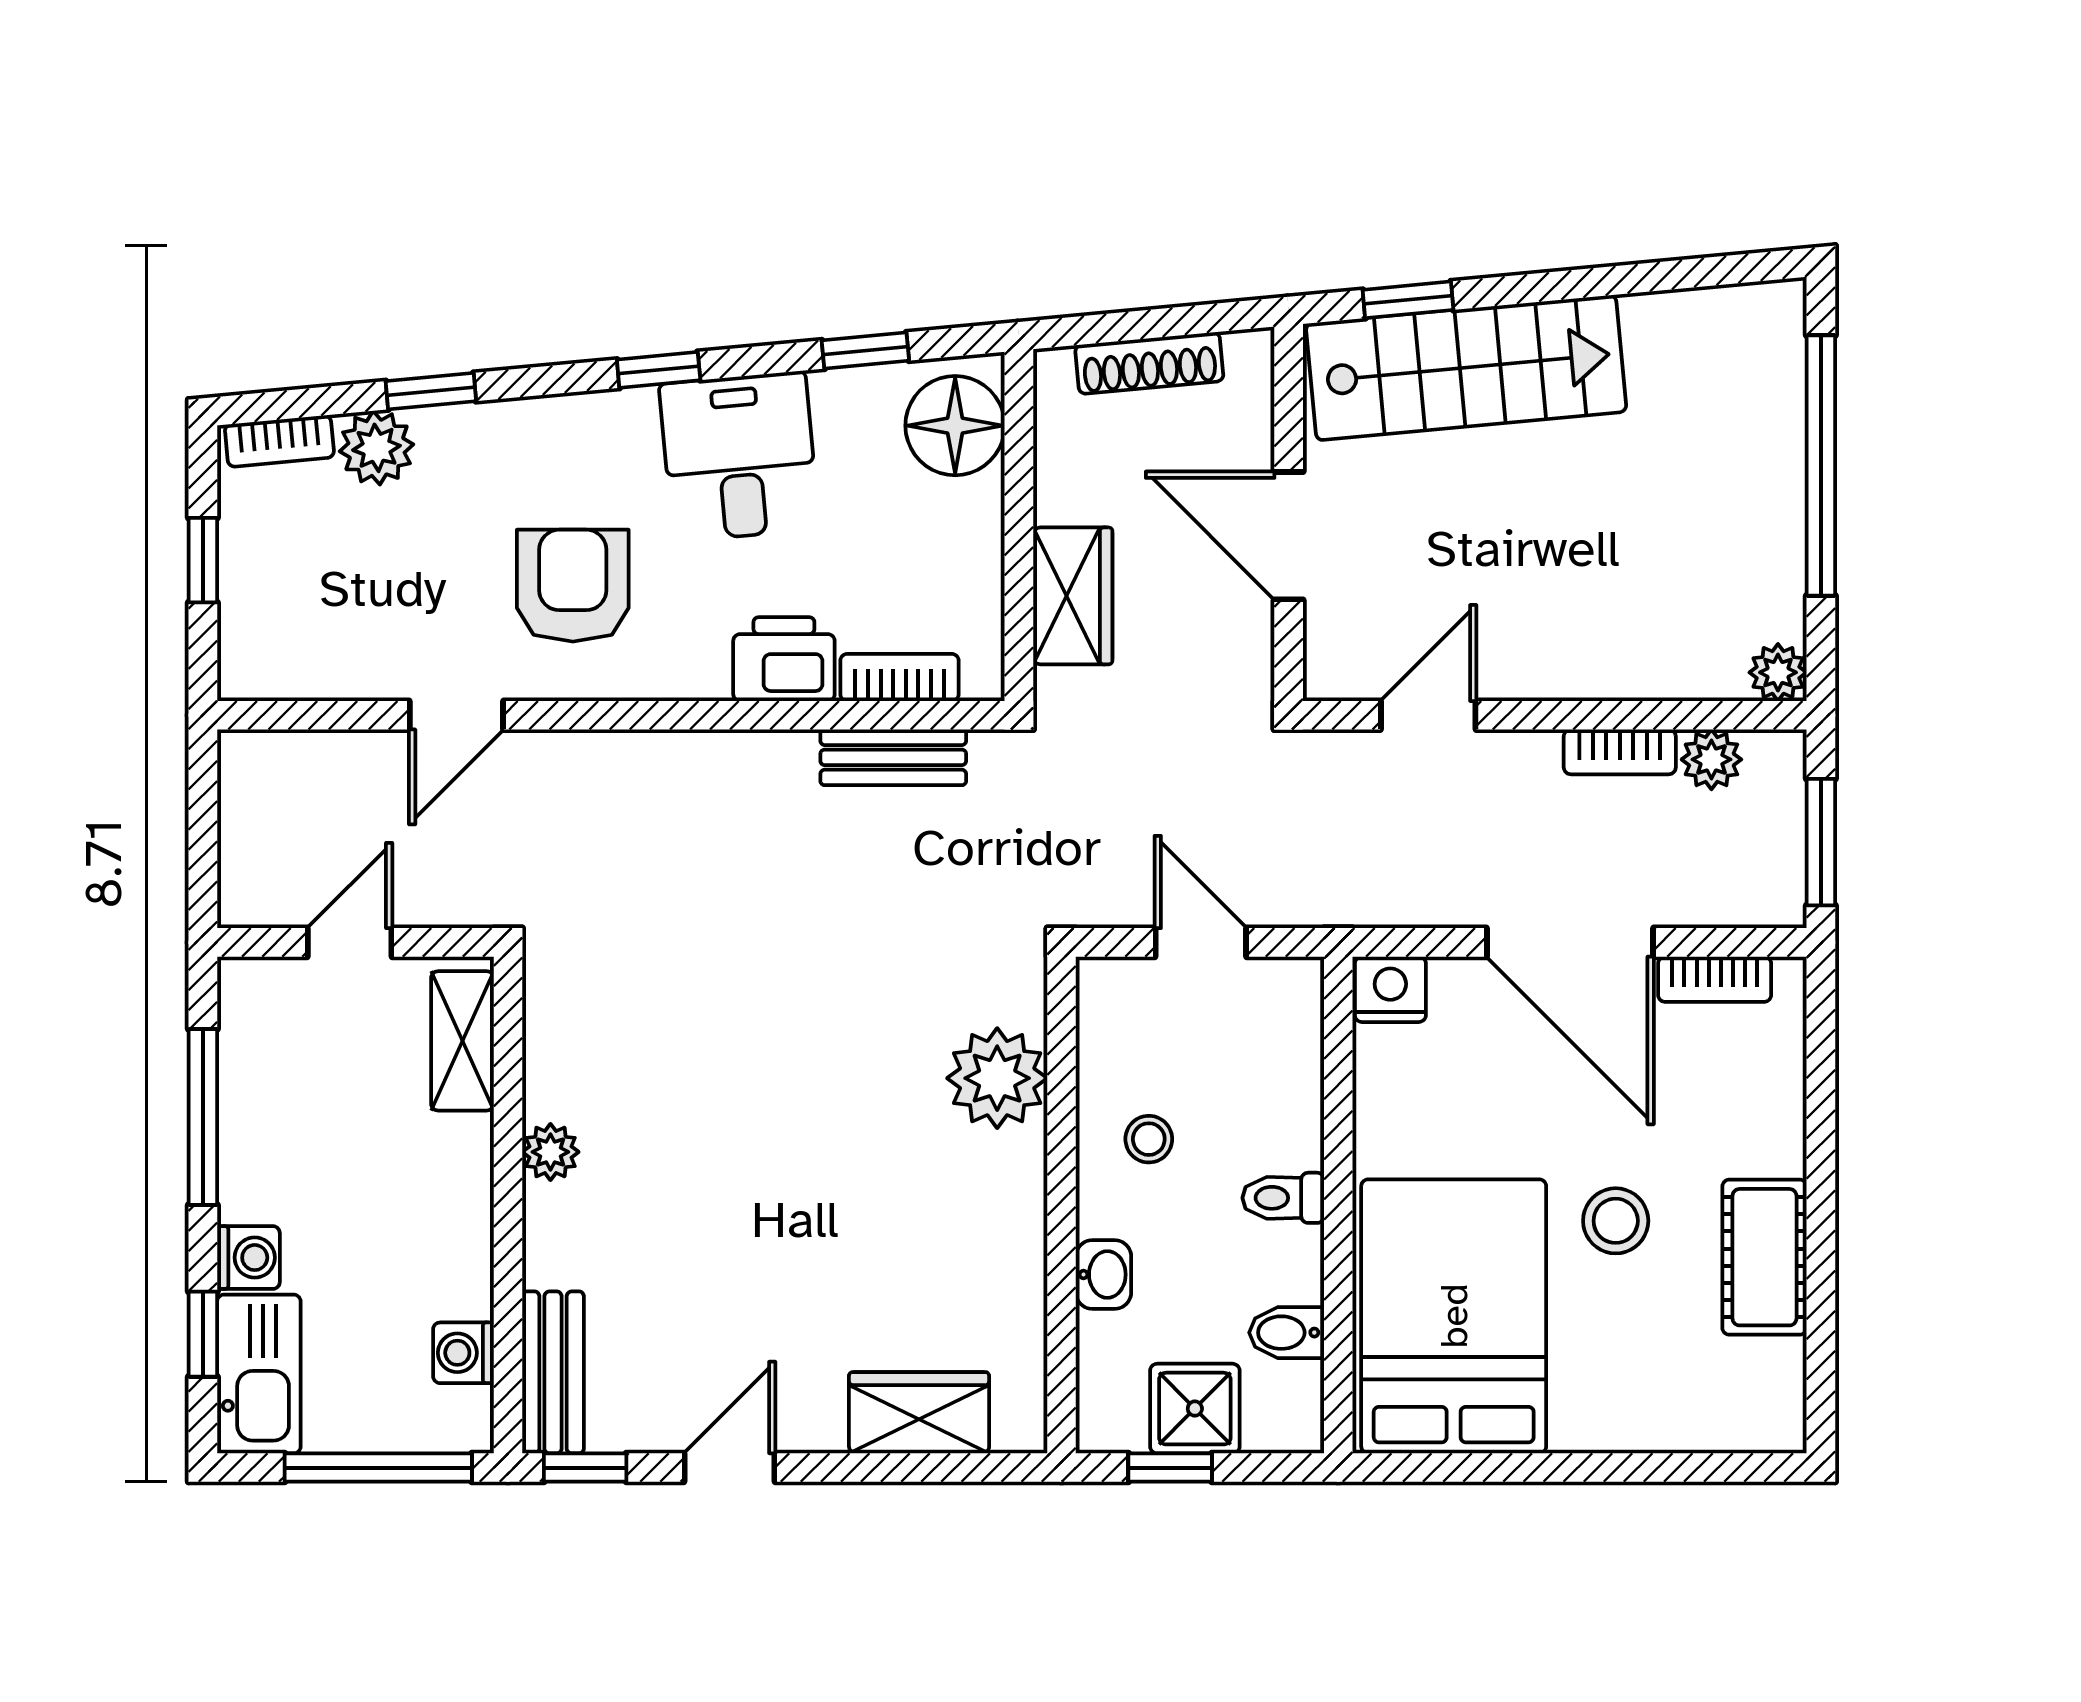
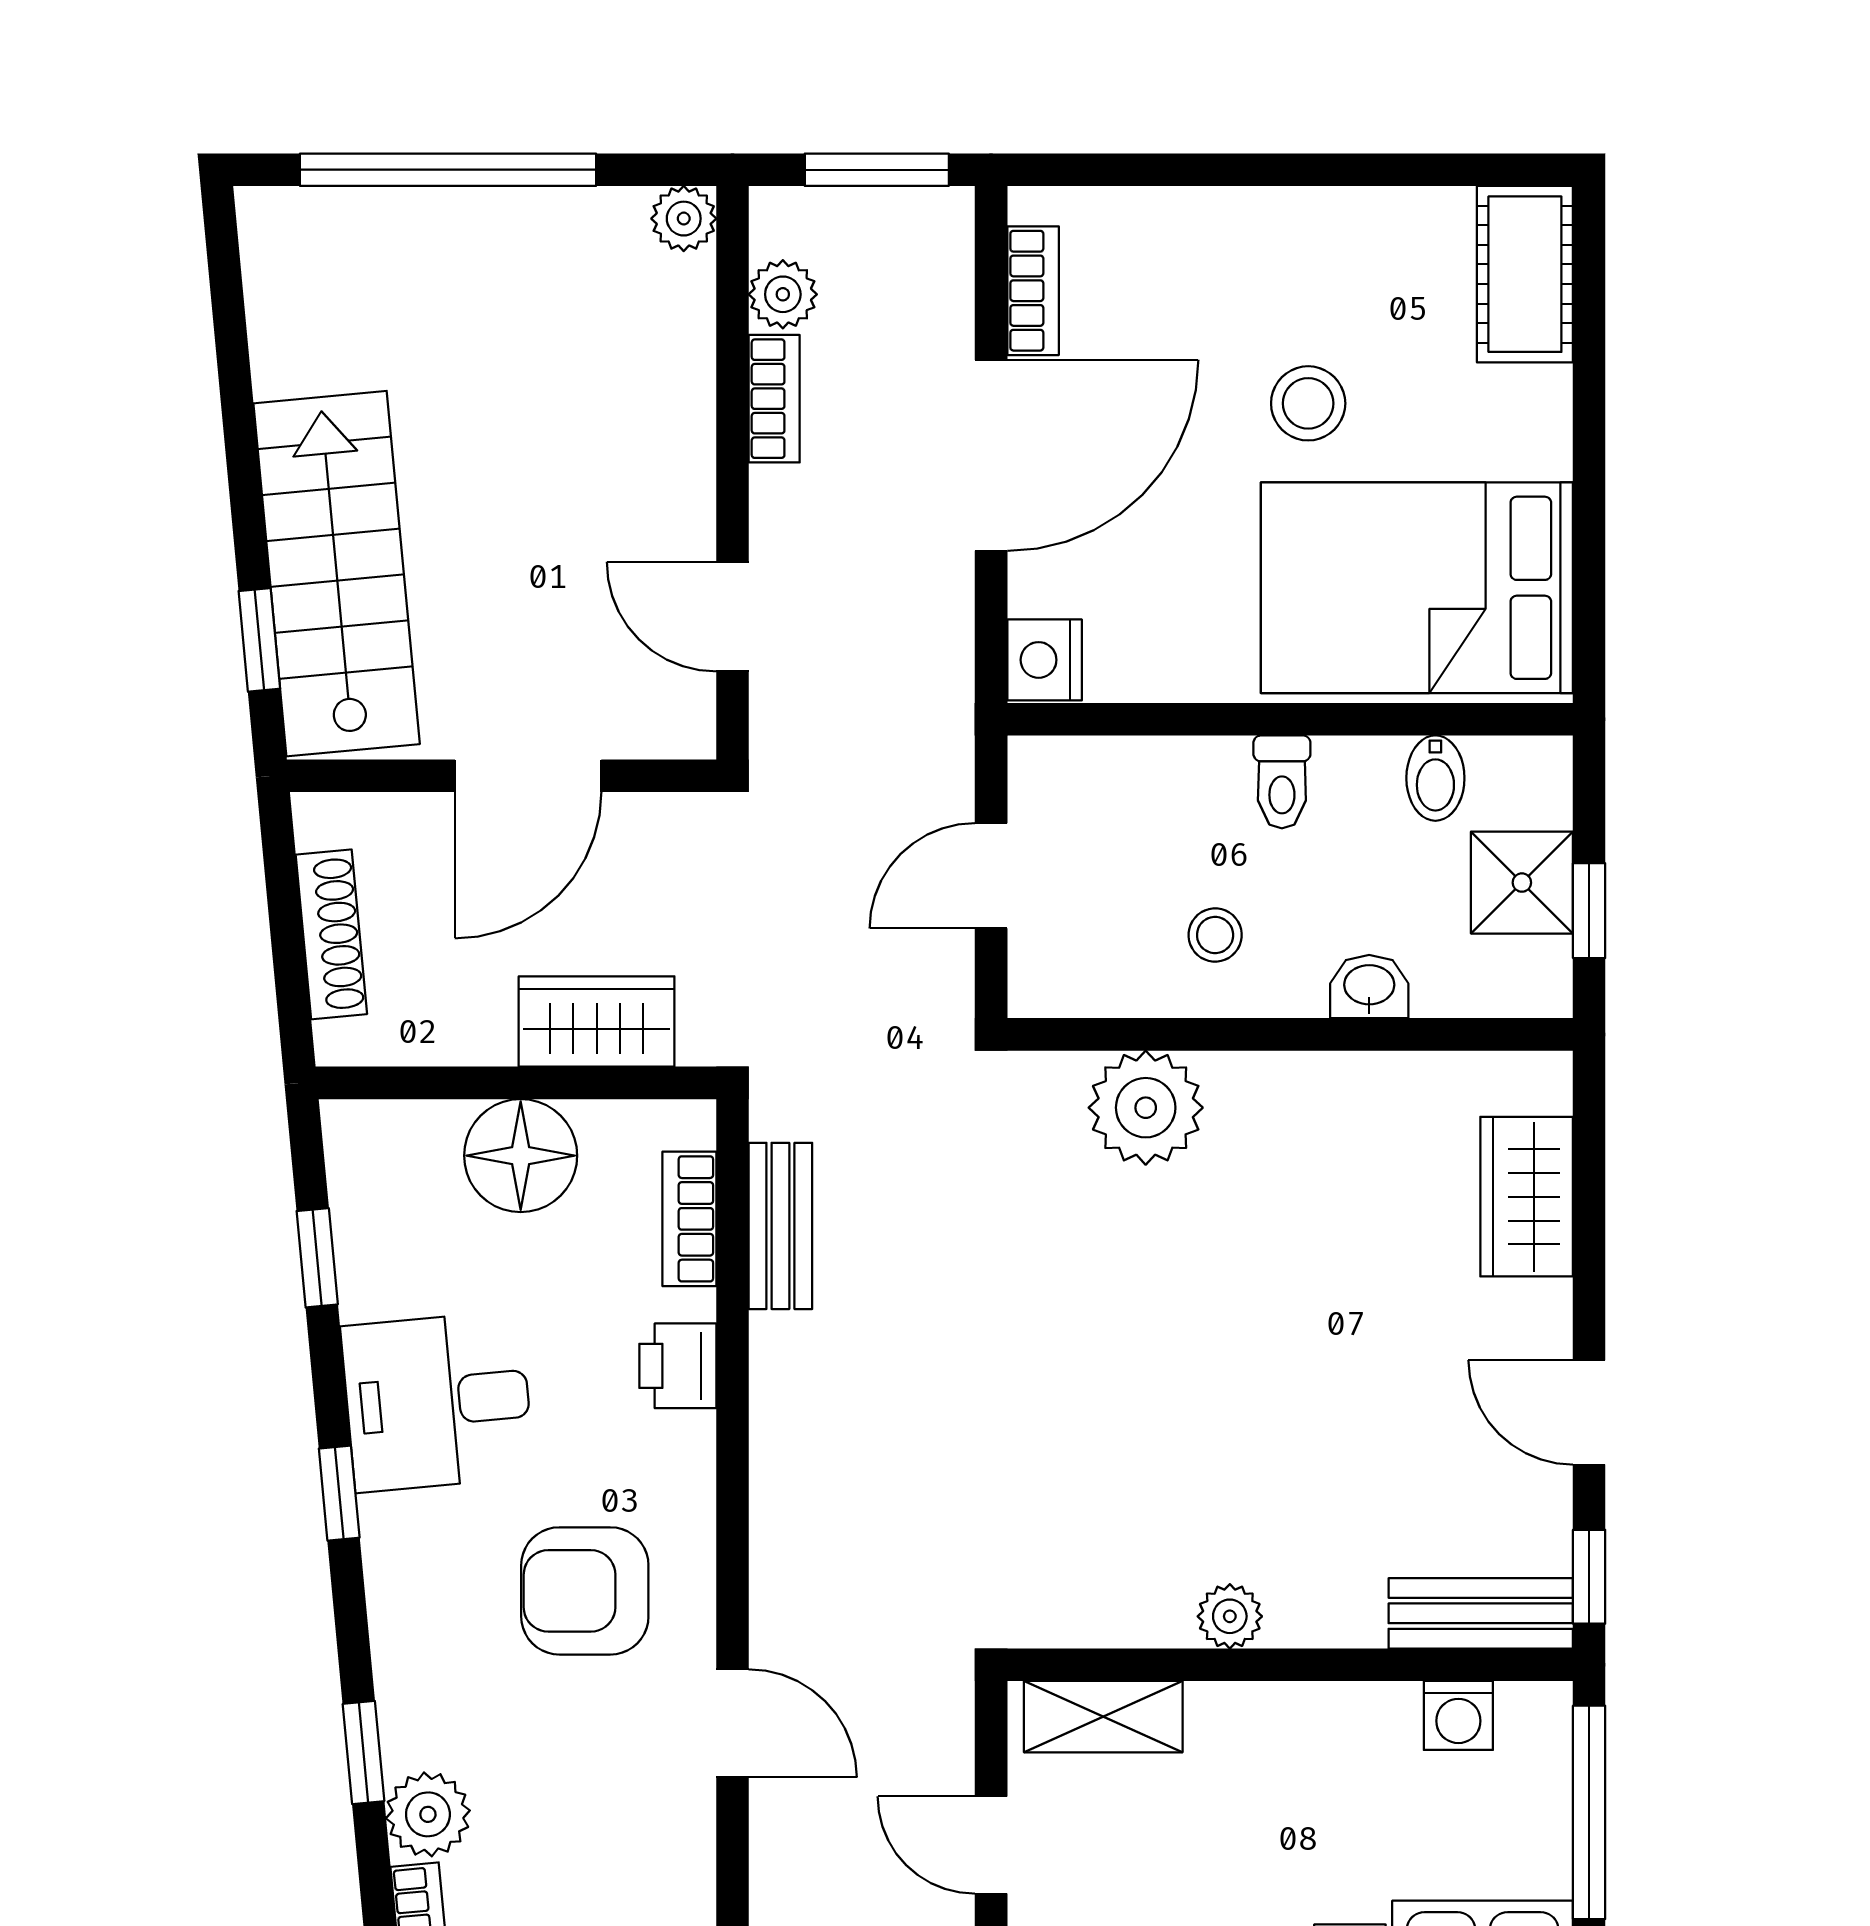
floor lamp: (955, 426) -> (521, 1156), moved
printer: (784, 659) -> (678, 1366), width x0.73, depth x0.81
cot: (1764, 1257) -> (1525, 274), moved, turned 90

